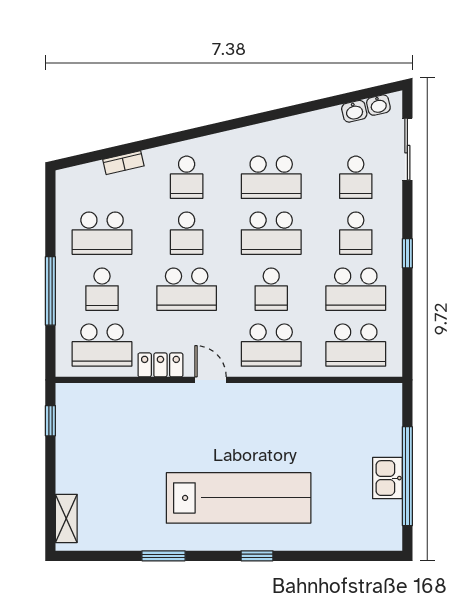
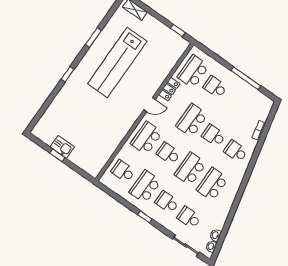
school desk: (102, 233) -> (237, 102), removed
window: (50, 291) -> (246, 78), moved
school desk: (356, 345) -> (123, 171), width x0.54
window: (407, 476) -> (57, 155), width x0.32
lab bench: (239, 498) -> (117, 62), moved

